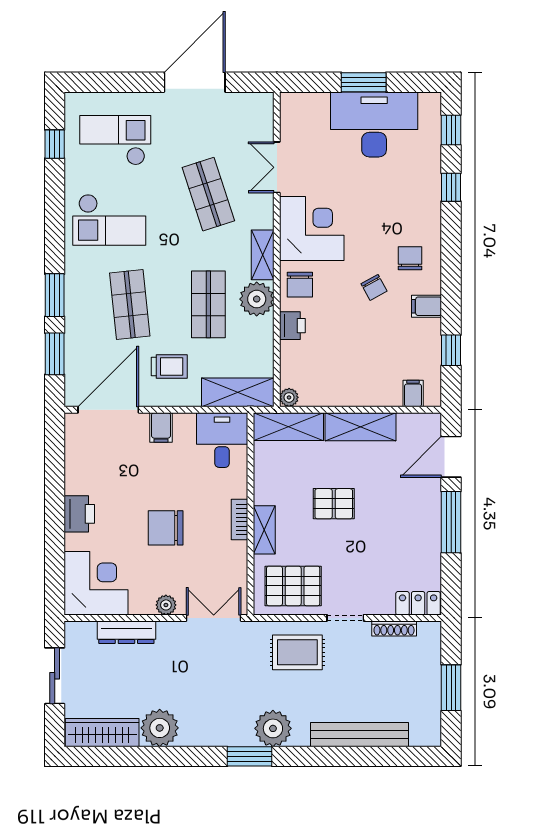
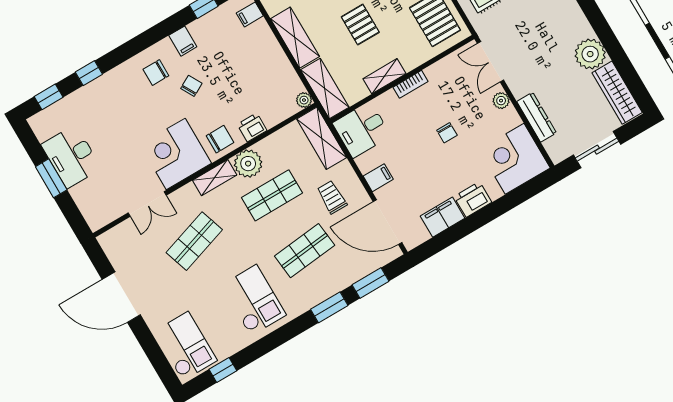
desk: (374, 124) -> (71, 156), width x0.73, depth x0.77
checkout: (115, 140) -> (185, 346), moved, turned 180
filing cabinet: (79, 471) -> (443, 217), added
chair: (166, 528) -> (447, 133), width x0.54, depth x0.54
shelving: (264, 530) -> (384, 76), moved

